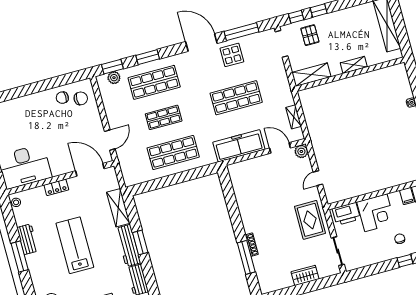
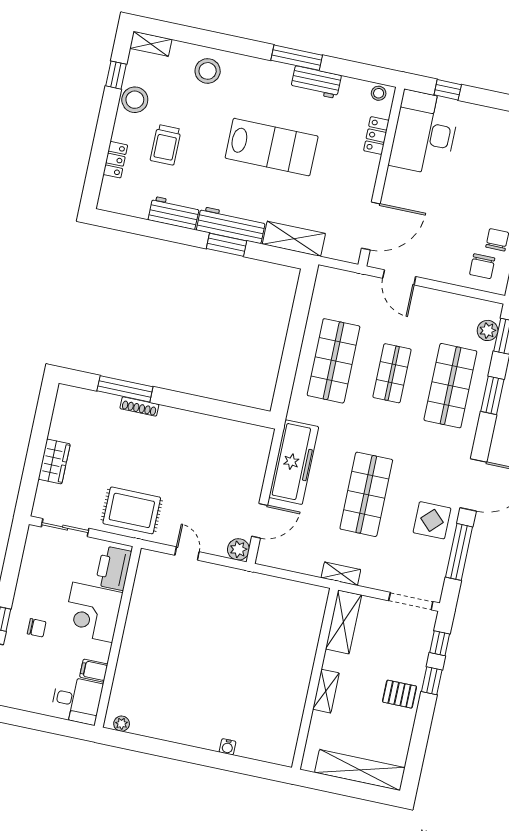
pallet: (310, 35) -> (400, 694), moved
shelving: (294, 117) -> (341, 574), moved
locker: (56, 187) -> (376, 136), moved

